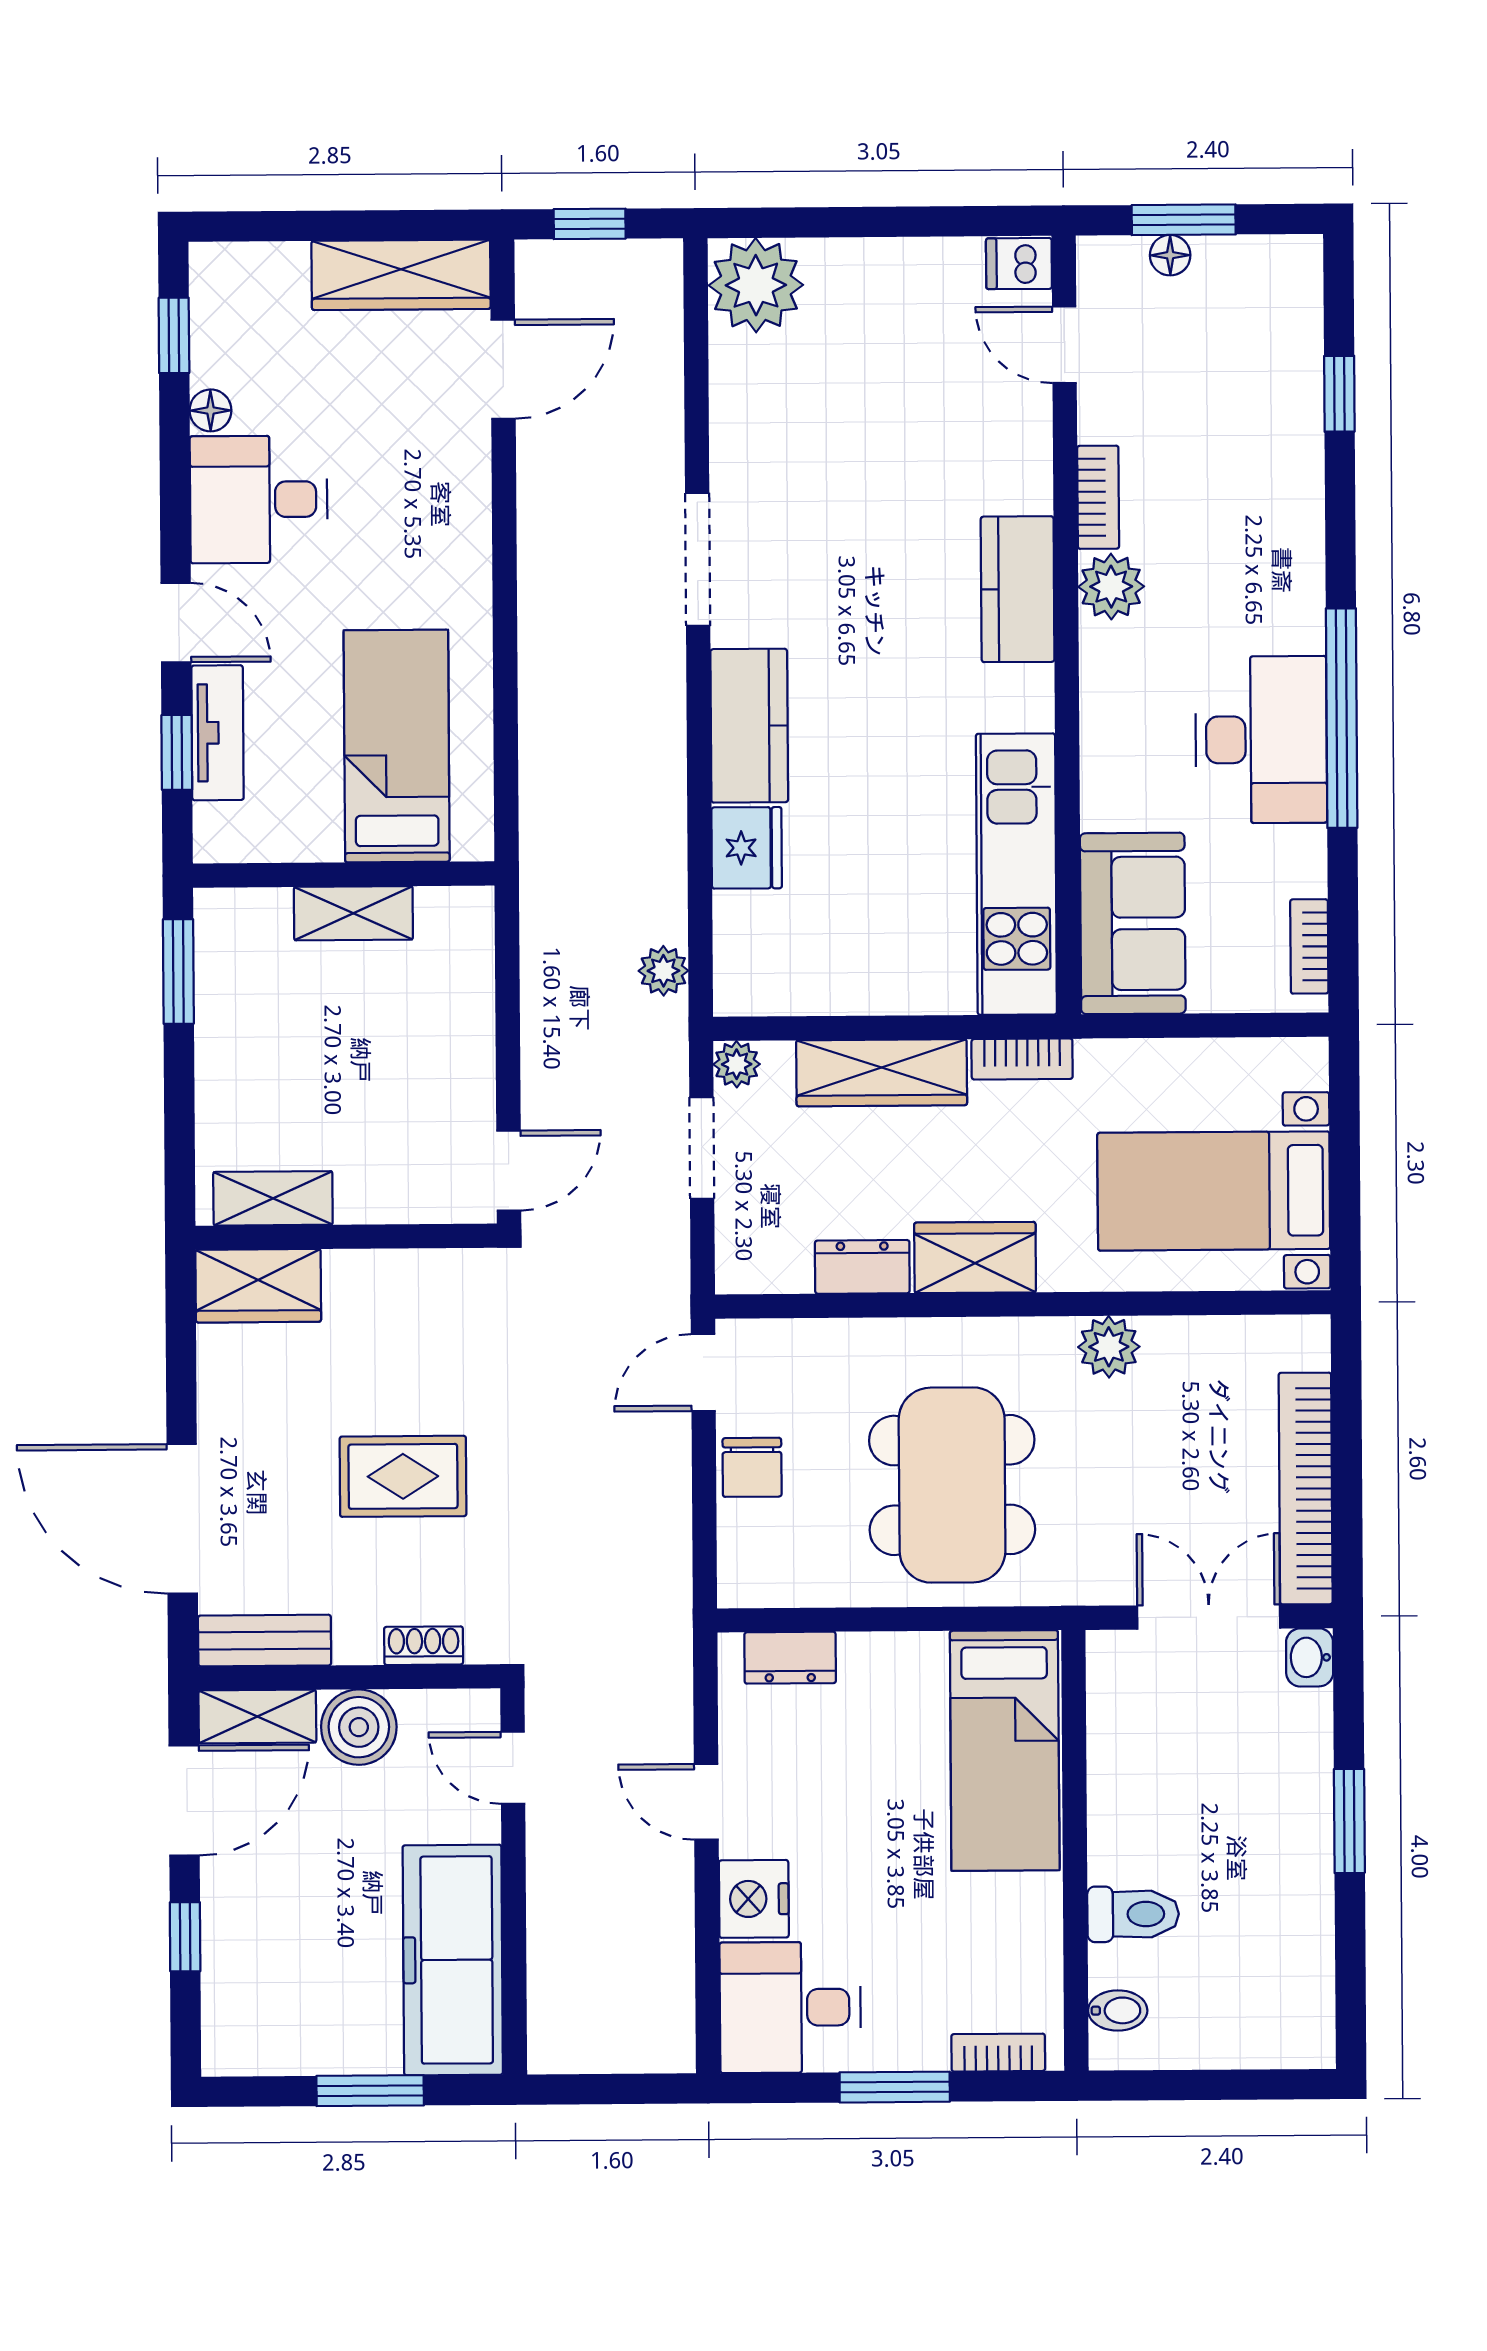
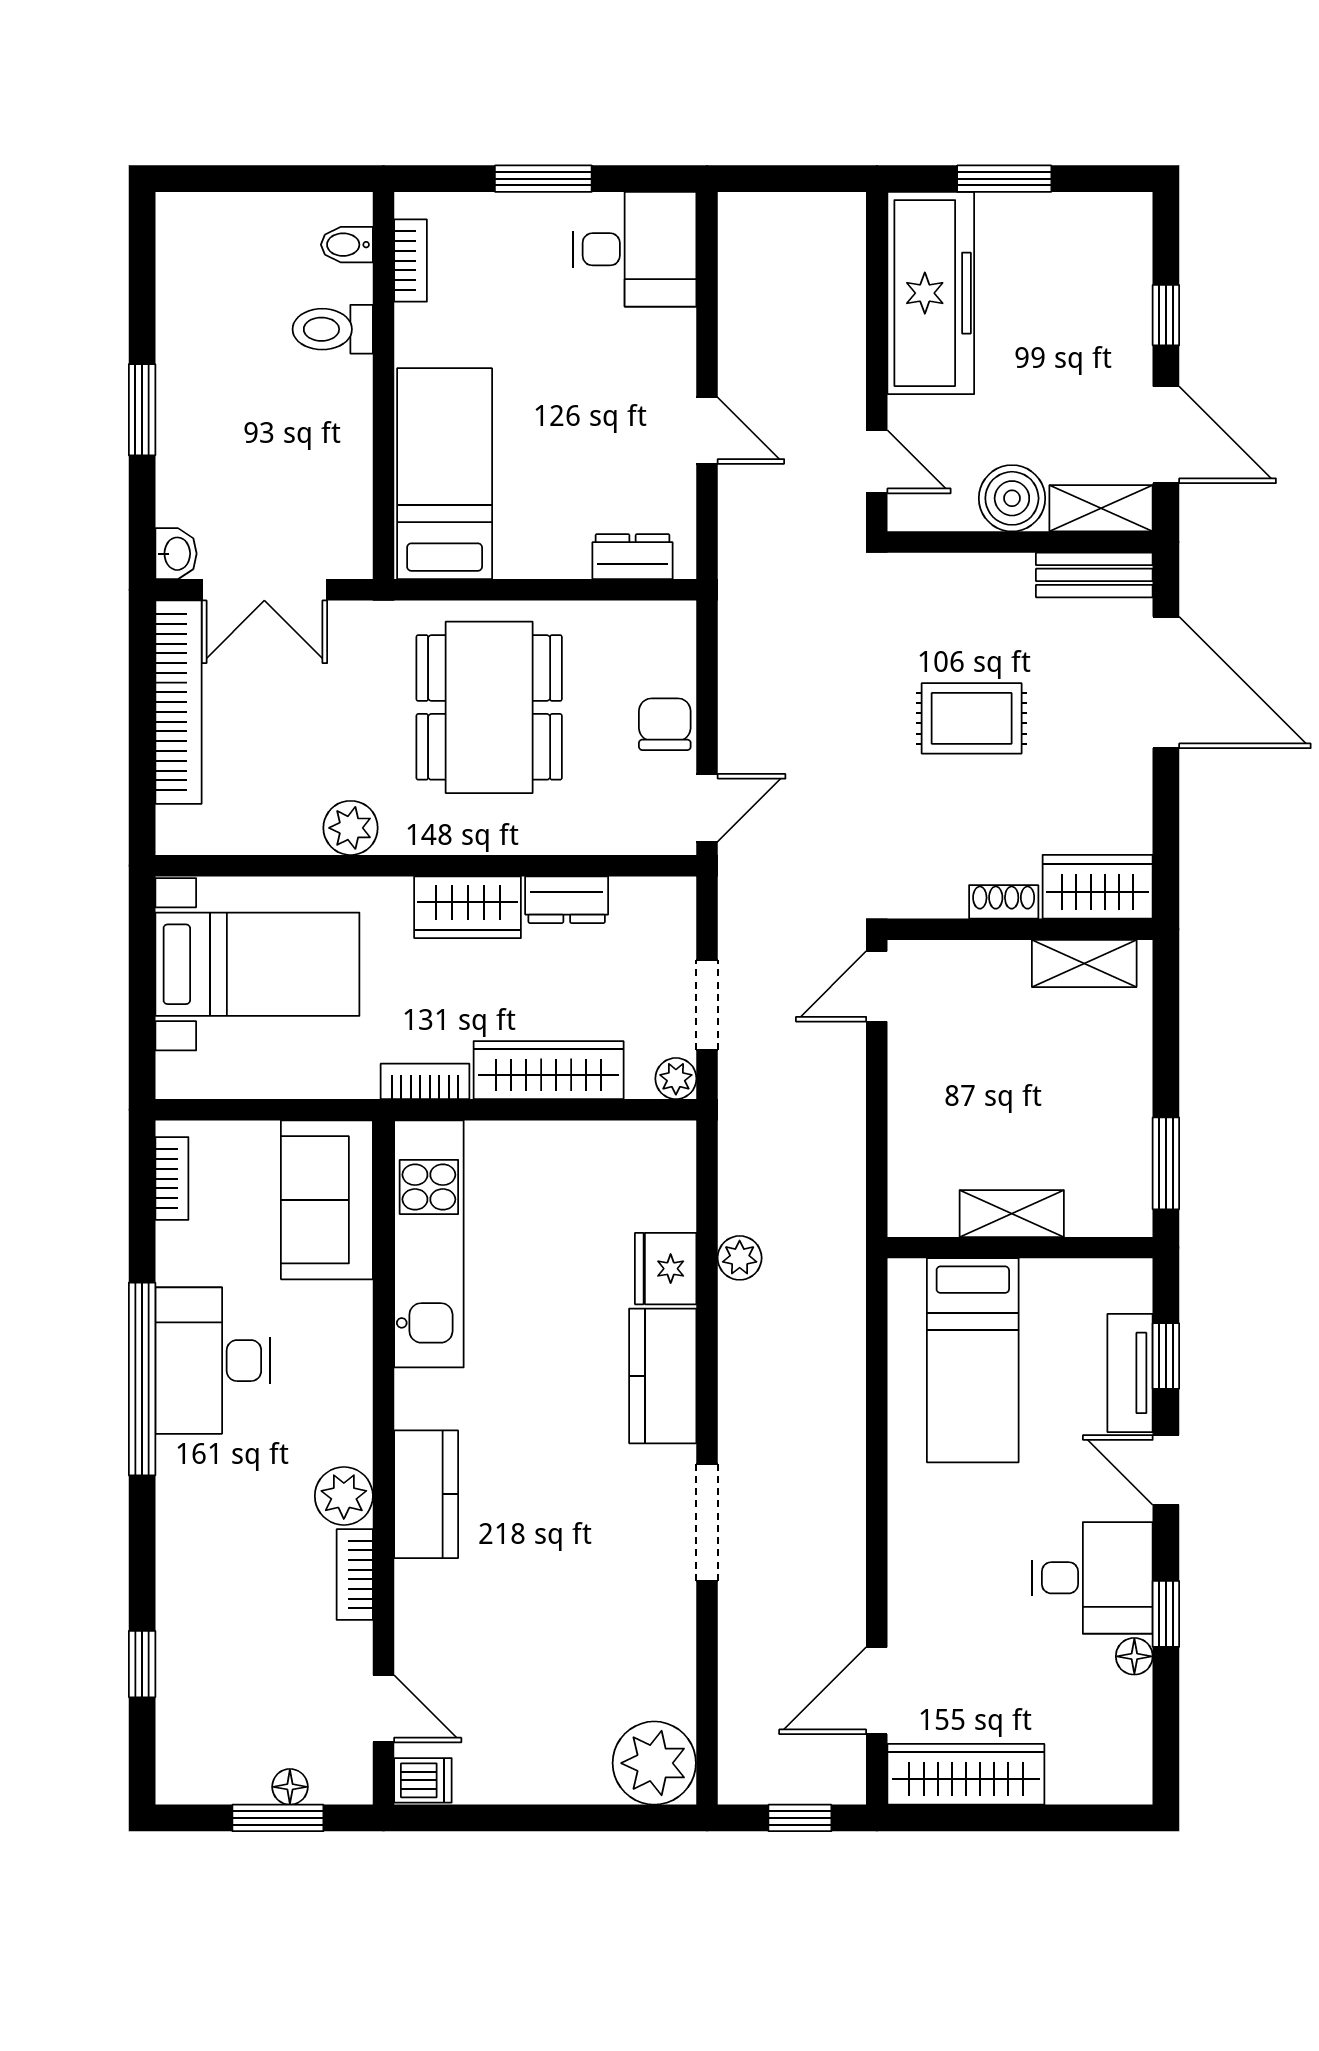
window: (174, 335) -> (1166, 1614), moved
plant: (663, 971) -> (740, 1258), moved
shoe rack: (424, 1646) -> (1004, 902), moved, turned 180
door: (184, 1801) -> (1166, 435), swing flipped
nightstand: (754, 1899) -> (666, 345), removed
bookcase: (998, 2053) -> (411, 261), moved, turned -90

